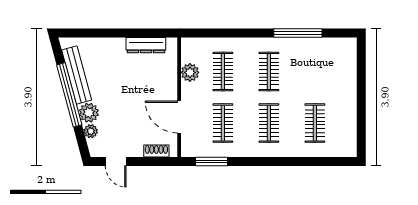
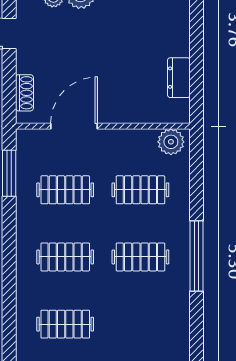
window: (298, 33) -> (197, 256), moved
dresser: (146, 45) -> (179, 78), width x0.70
plant: (190, 72) -> (171, 142), moved

